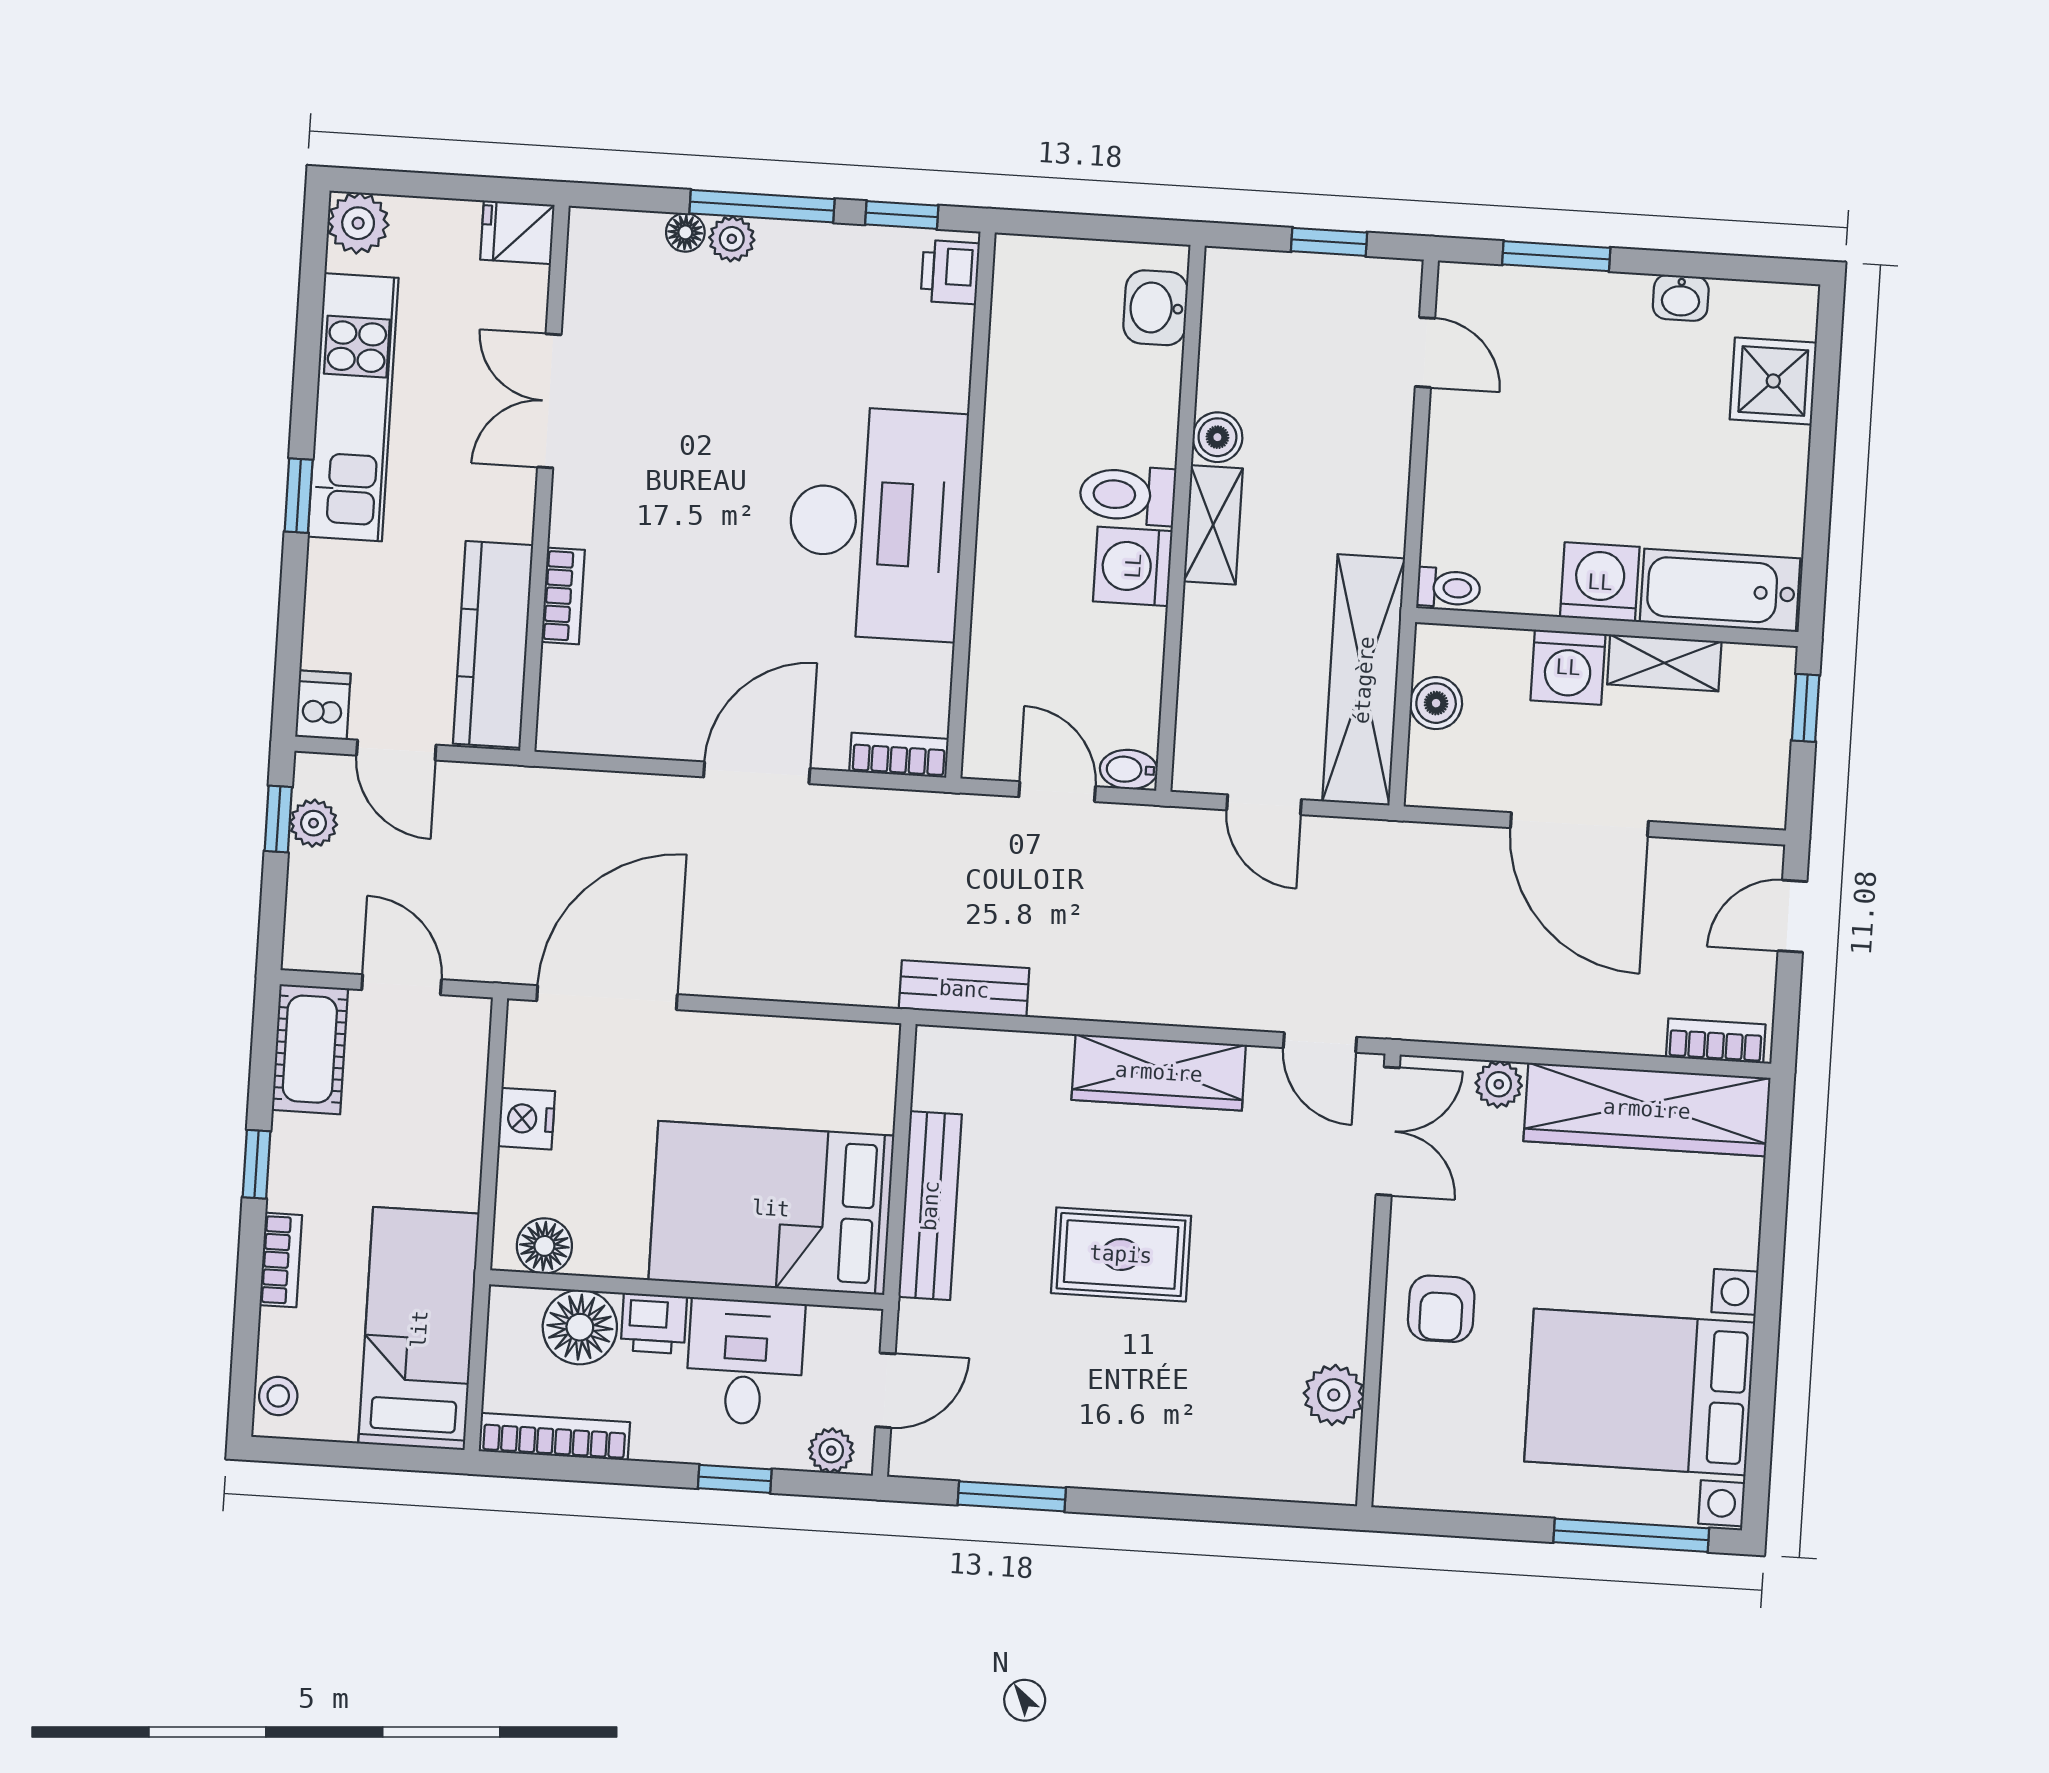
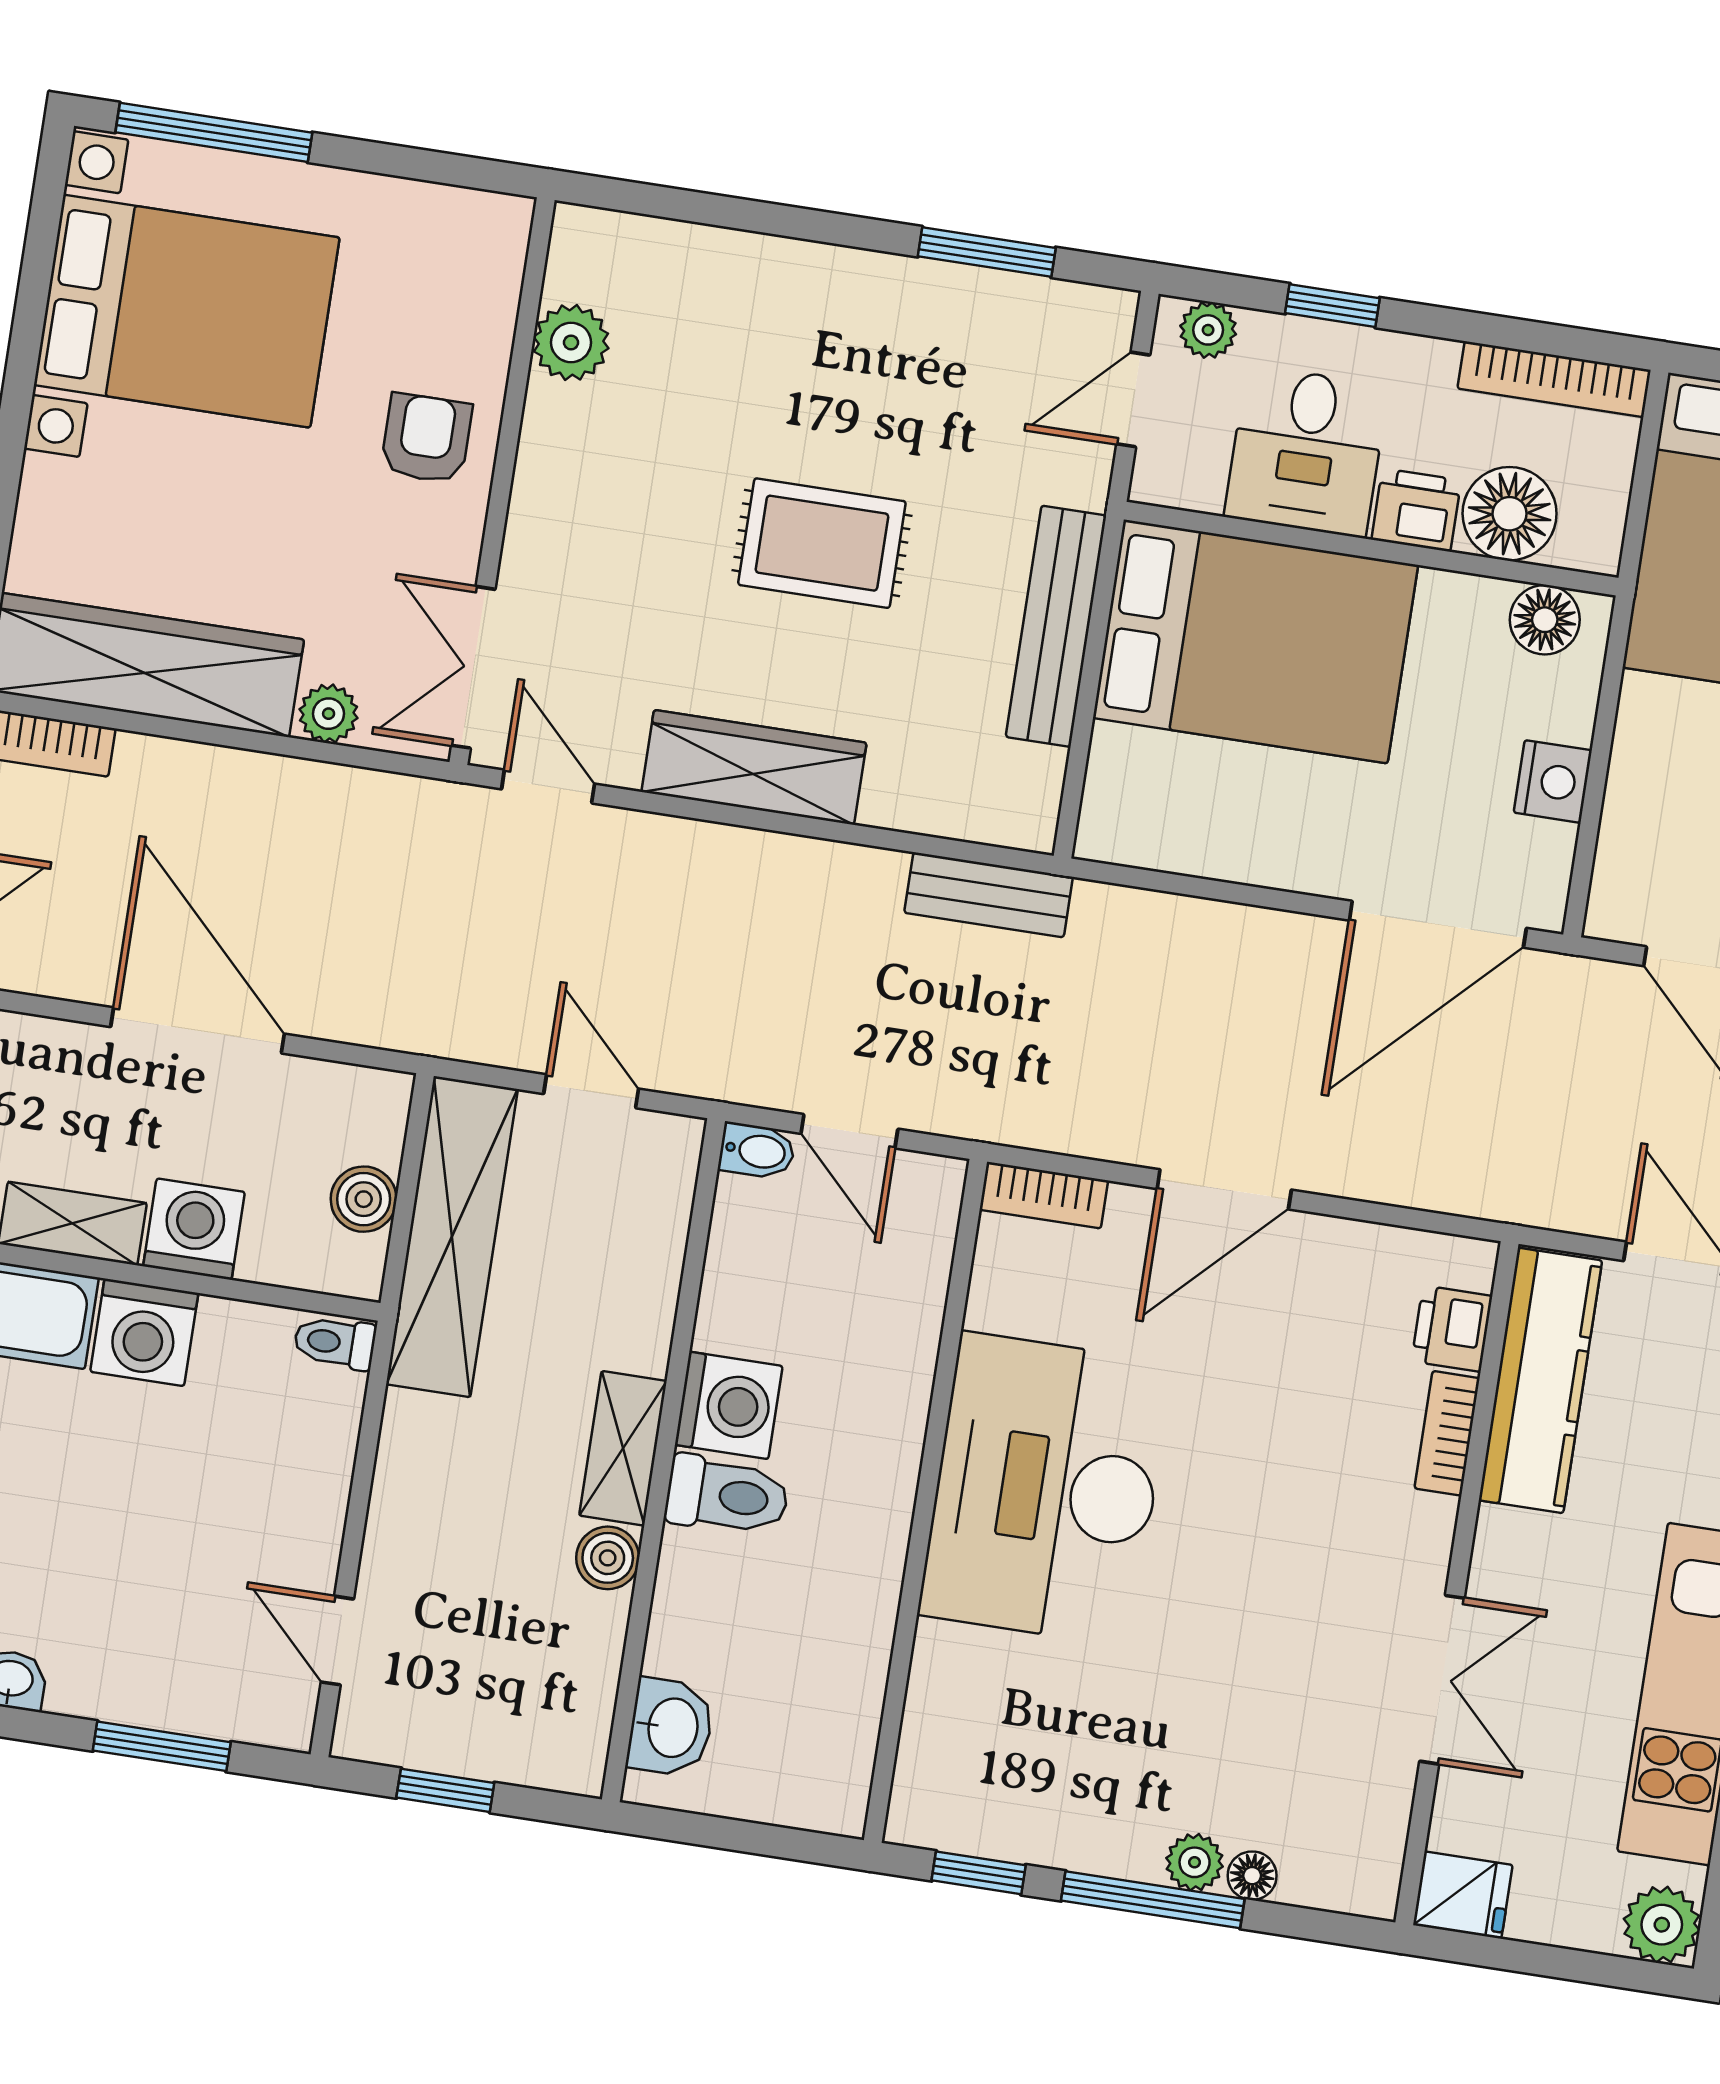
printer: (950, 272) -> (1452, 1329), moved, turned 180

